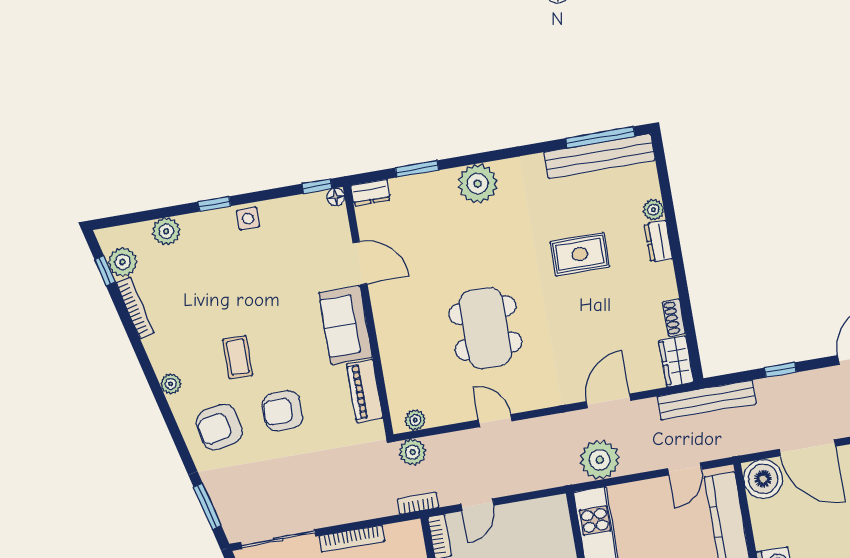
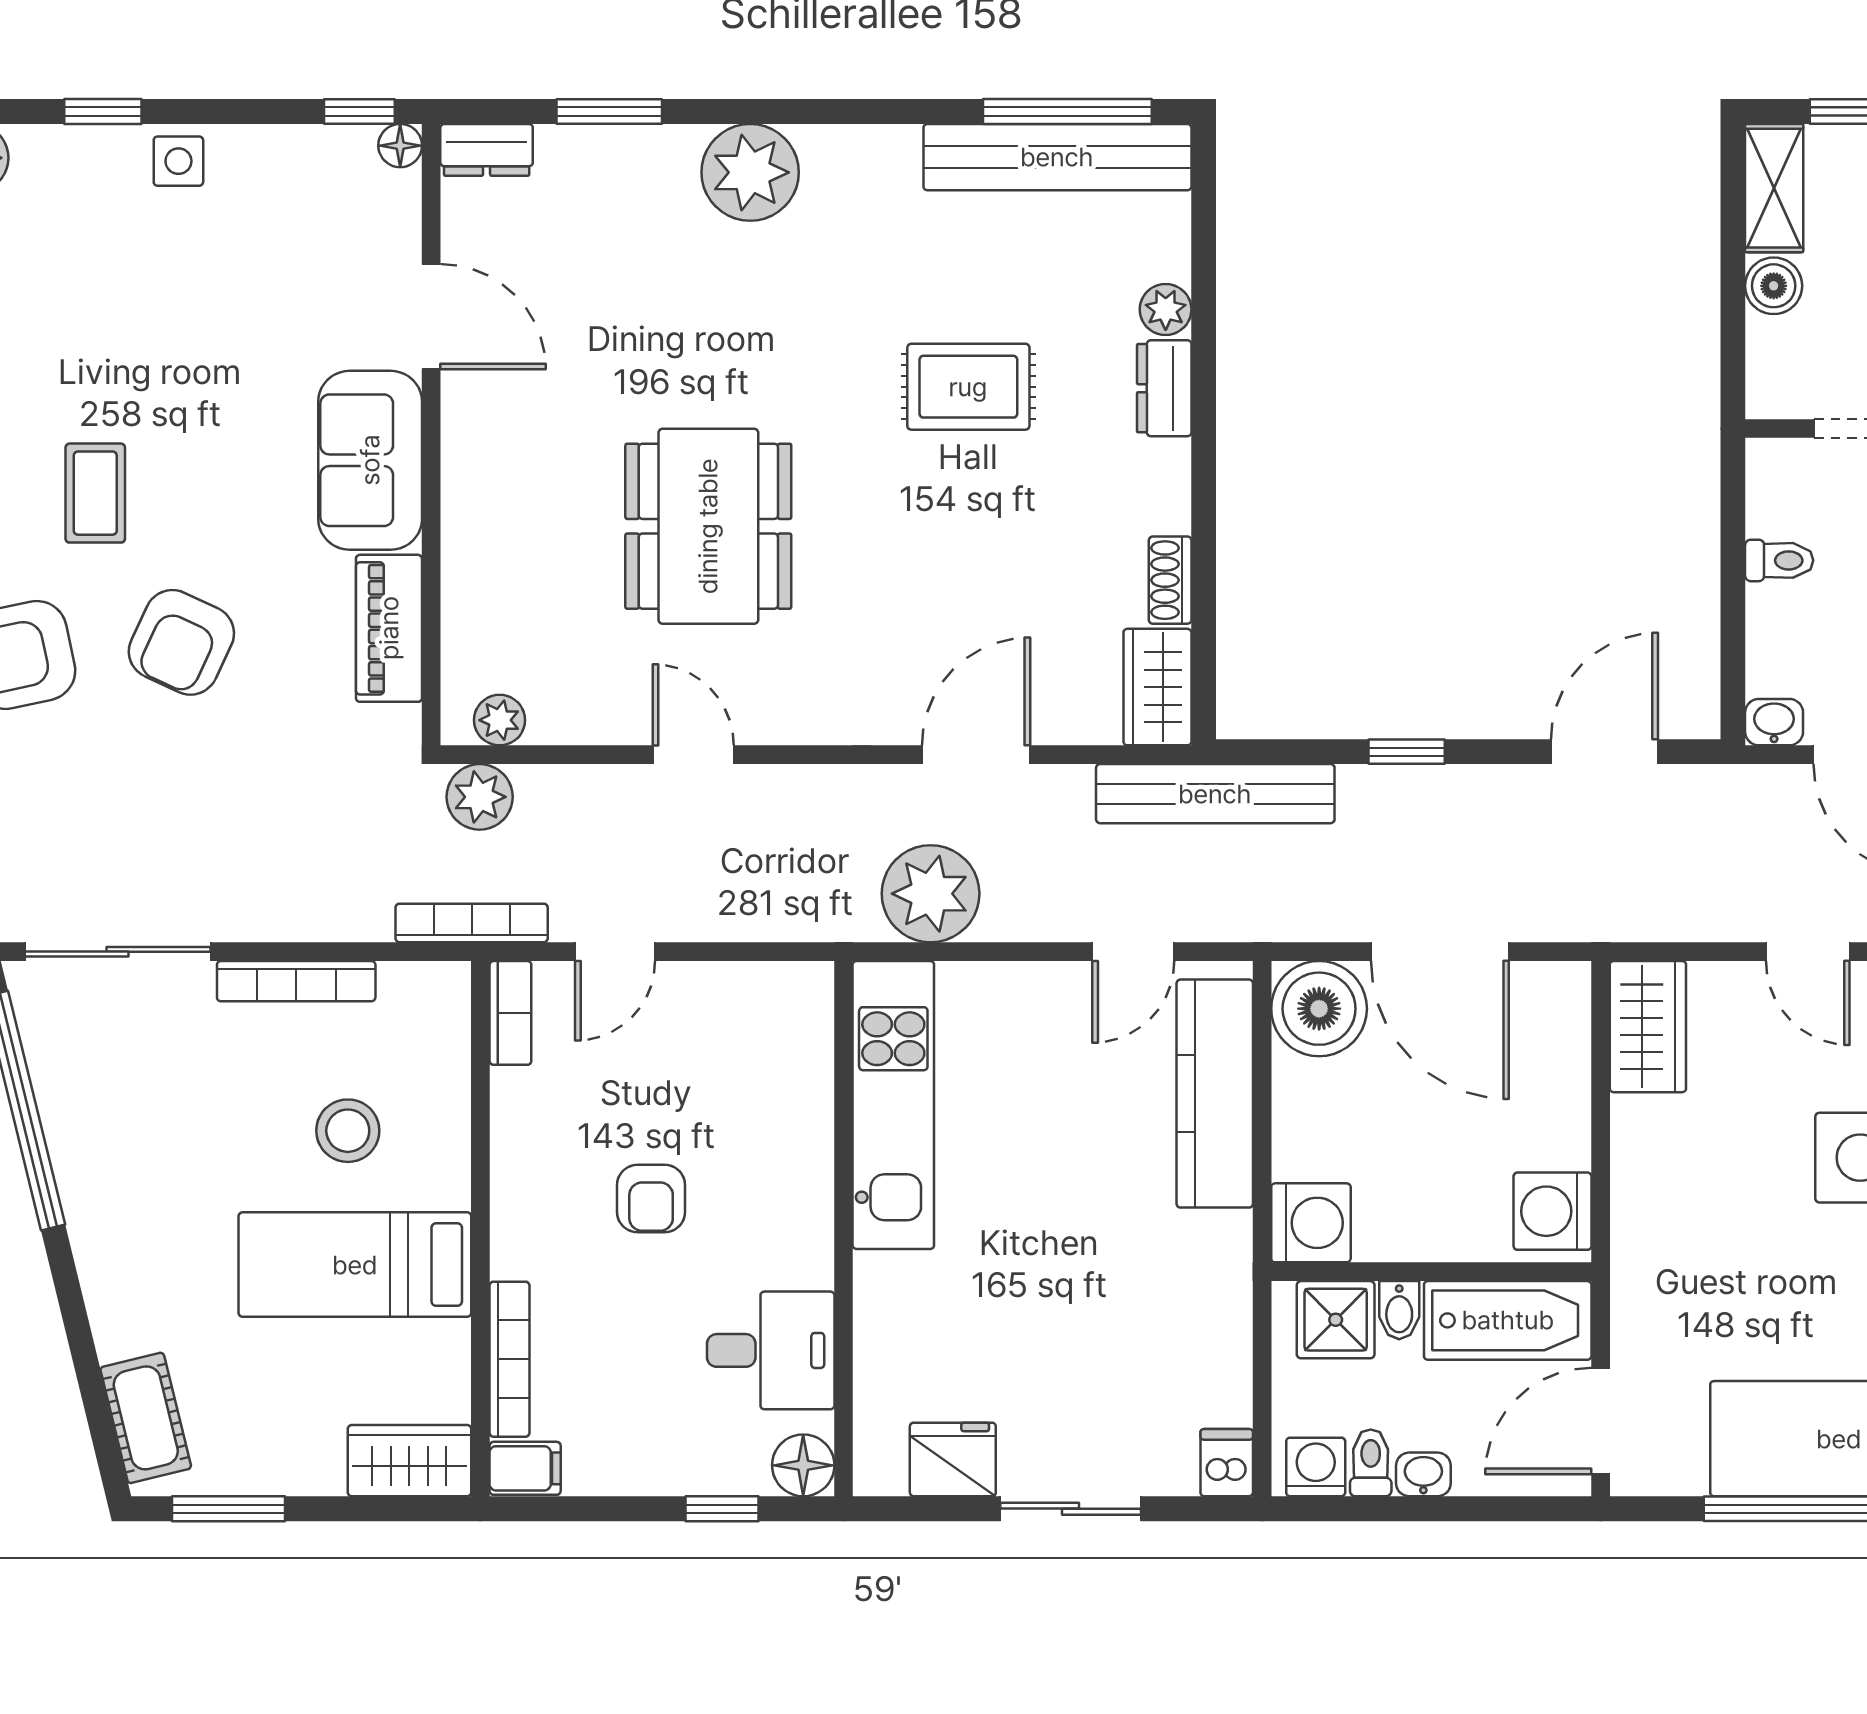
armchair: (283, 411) -> (181, 642), turned -65
bookcase: (418, 503) -> (472, 923), width x1.56

